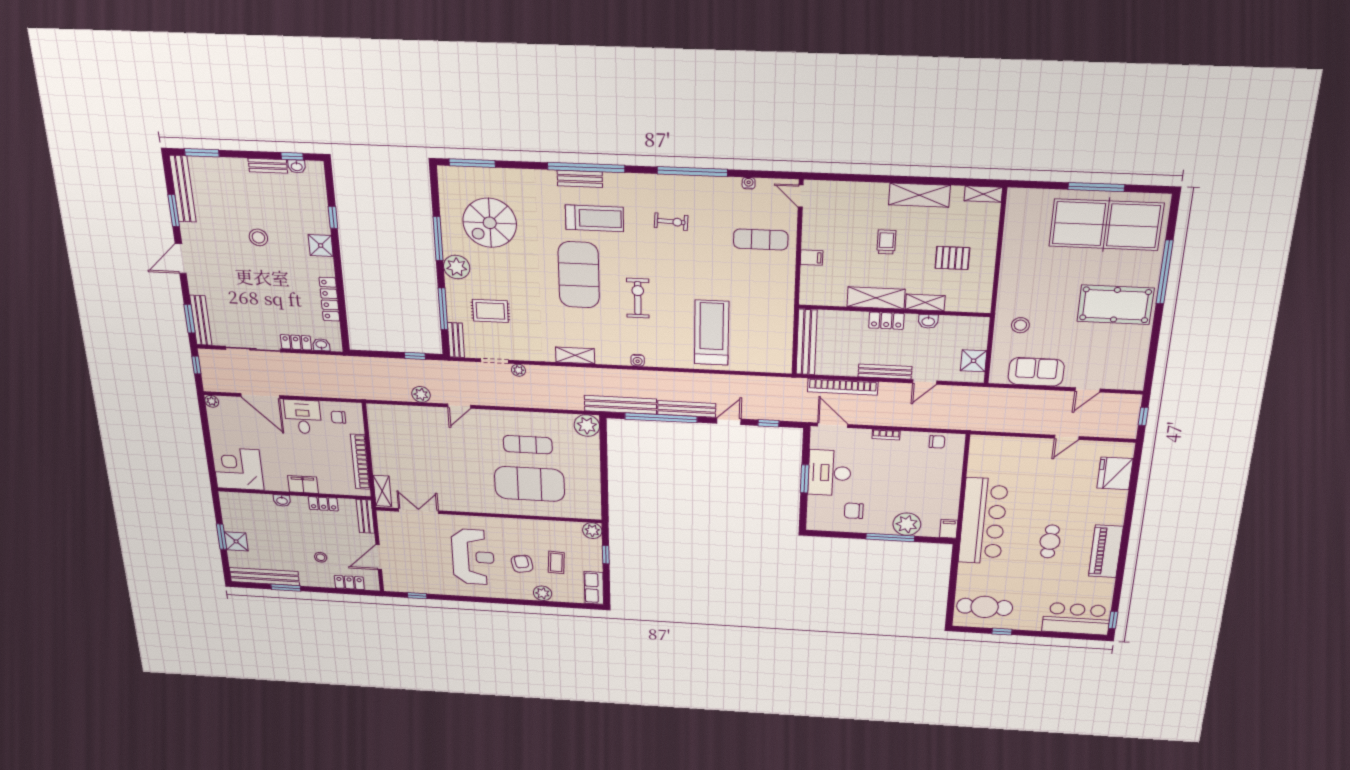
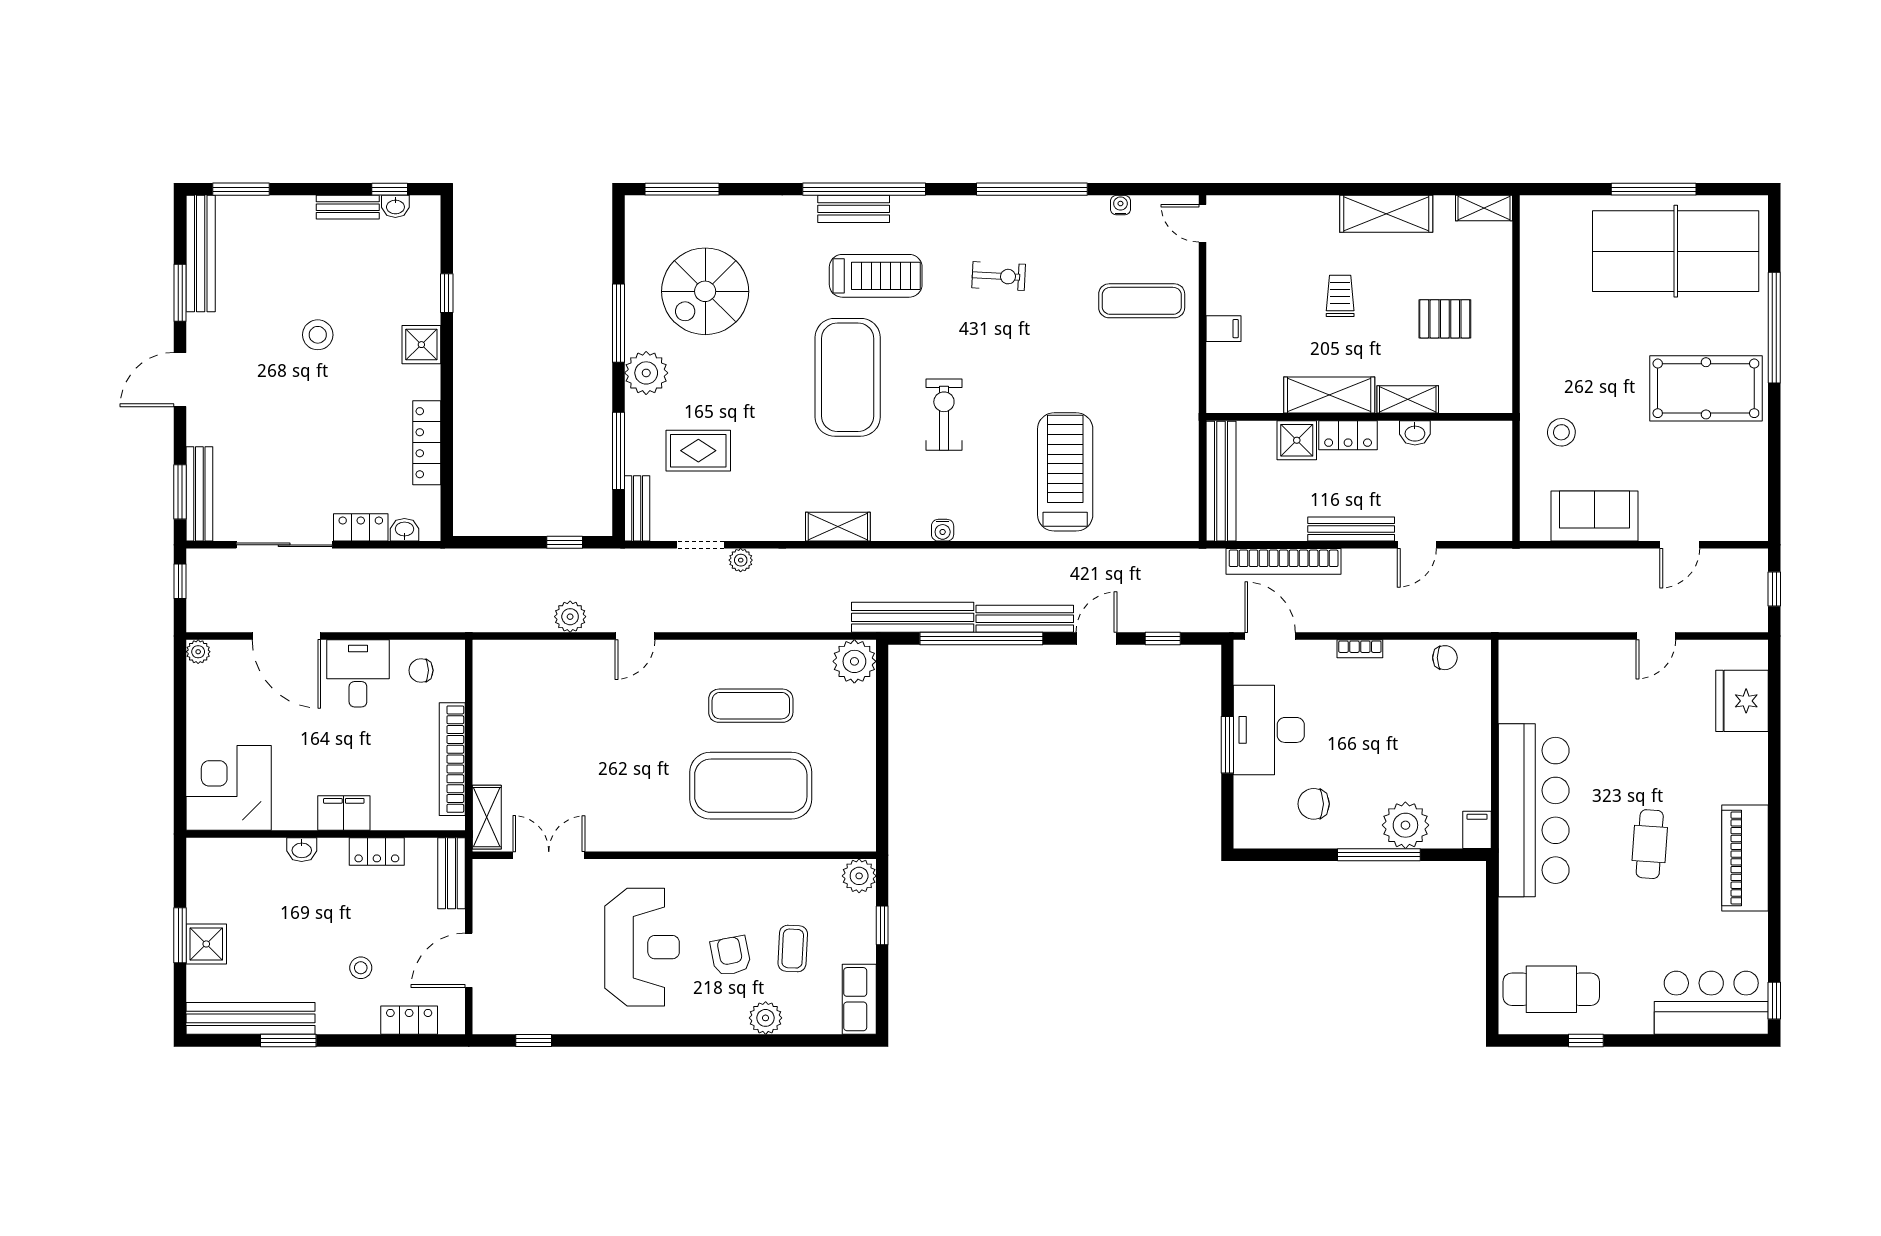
shower: (974, 361) -> (1297, 440), moved

